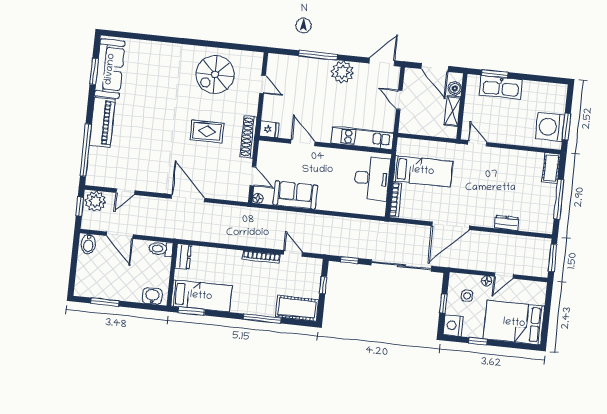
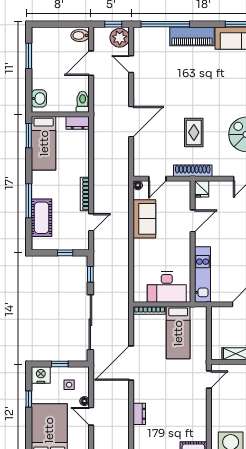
door: (451, 226) -> (131, 363), hinge flipped
cot: (297, 308) -> (42, 218), moved

